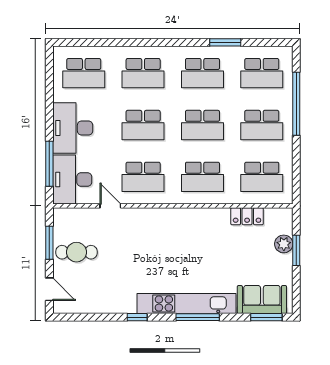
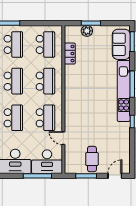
door: (110, 206) -> (63, 138), hinge flipped

